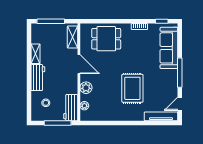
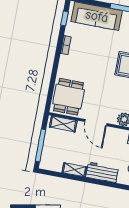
dining table: (106, 39) -> (69, 97), moved
door: (79, 64) -> (96, 123), swing flipped

